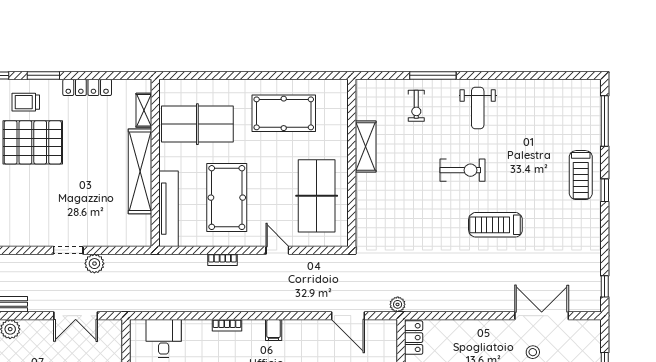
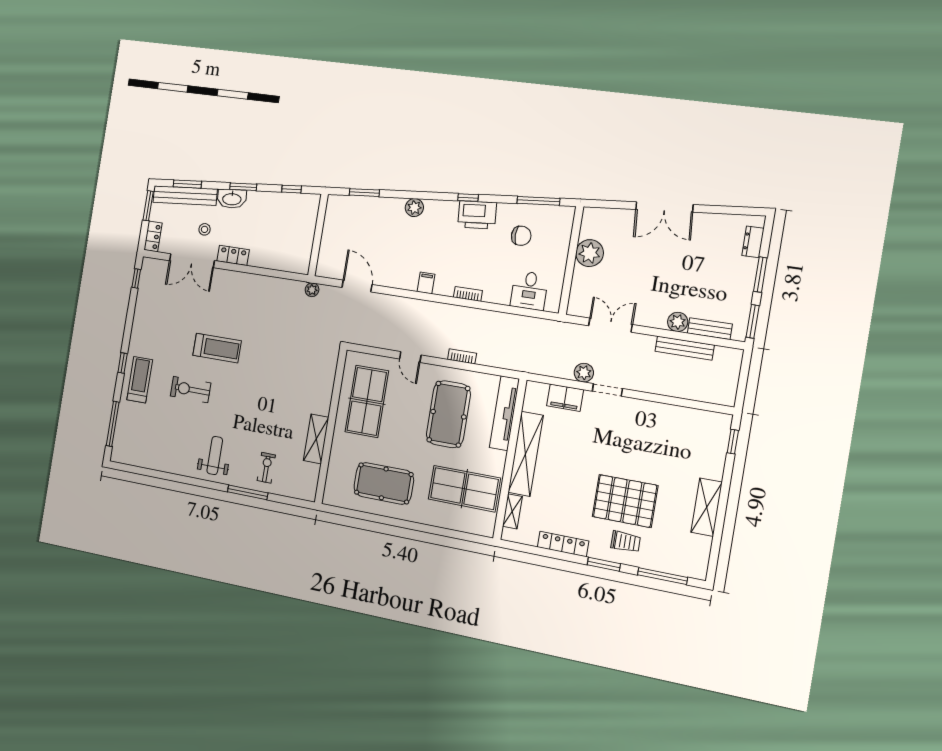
exercise bike: (462, 170) -> (191, 390), moved
filing cabinet: (109, 235) -> (565, 398), added
locker: (593, 336) -> (153, 236), added
locker: (414, 338) -> (233, 255), moved, turned 90

